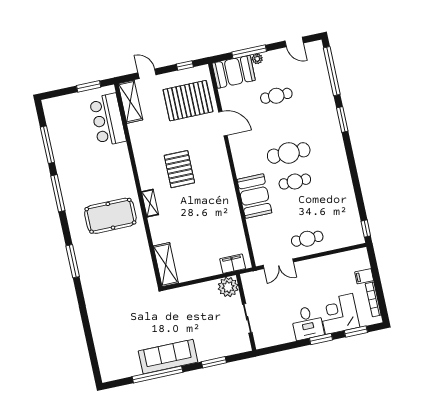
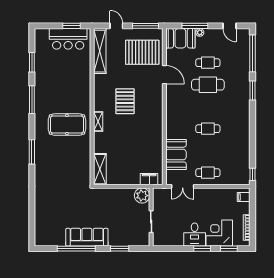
window: (185, 66) -> (146, 26), width x2.17
shelving: (130, 102) -> (100, 51), width x1.47
bar counter: (108, 120) -> (68, 39), moved, turned -90
window: (47, 145) -> (32, 62), width x0.69
cafe table: (289, 153) -> (208, 85), moved
booth: (254, 196) -> (176, 155), moved
filing cabinet: (364, 276) -> (244, 197), moved

